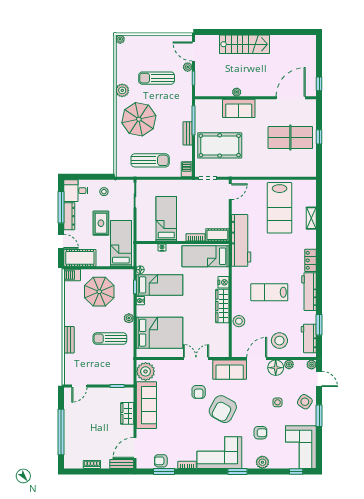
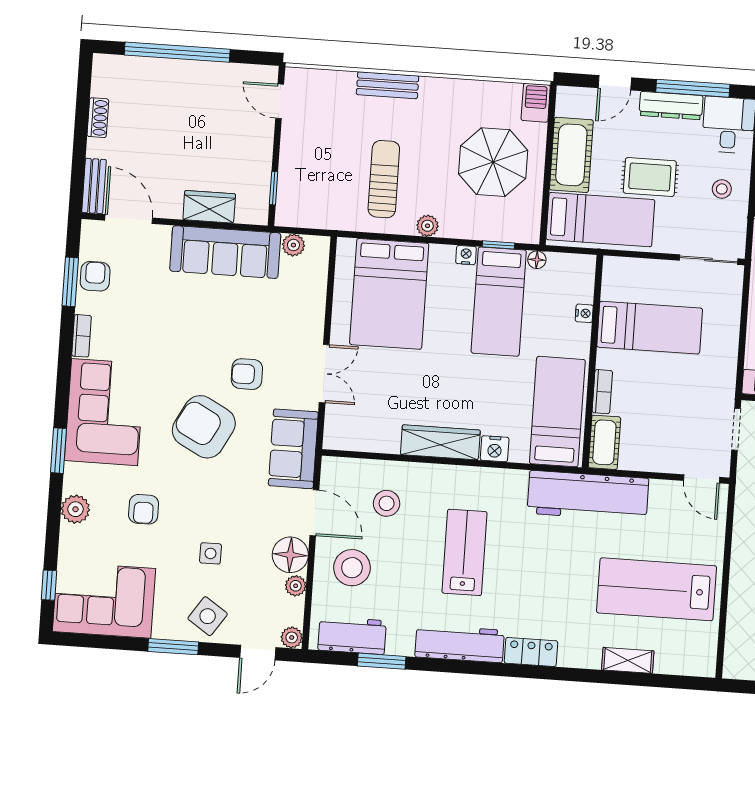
cot: (80, 258) -> (571, 155), moved
stool: (239, 321) -> (387, 503), moved
plant: (146, 371) -> (293, 245), width x0.53, depth x0.53

